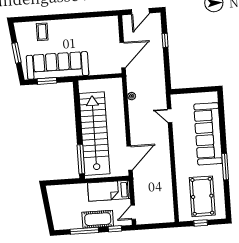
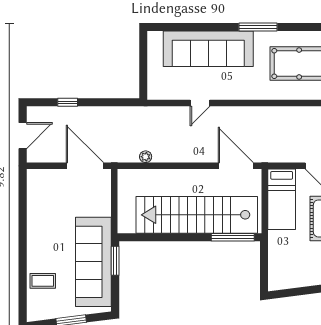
door: (140, 11) -> (23, 136), hinge flipped
window: (47, 81) -> (115, 261), moved
door: (170, 116) -> (200, 103), moved

